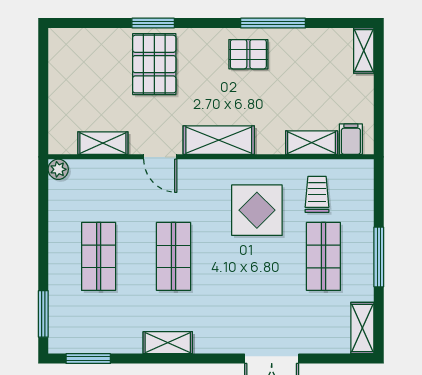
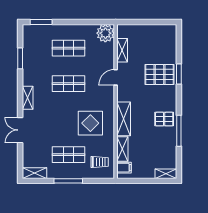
pallet: (248, 54) -> (164, 119), turned 90
shelving: (219, 140) -> (124, 119), moved
plant: (58, 169) -> (105, 33), width x1.87, depth x1.87
trolley: (317, 194) -> (100, 162), moved
shelving: (168, 343) -> (28, 98), moved
window: (88, 359) -> (20, 58), moved

